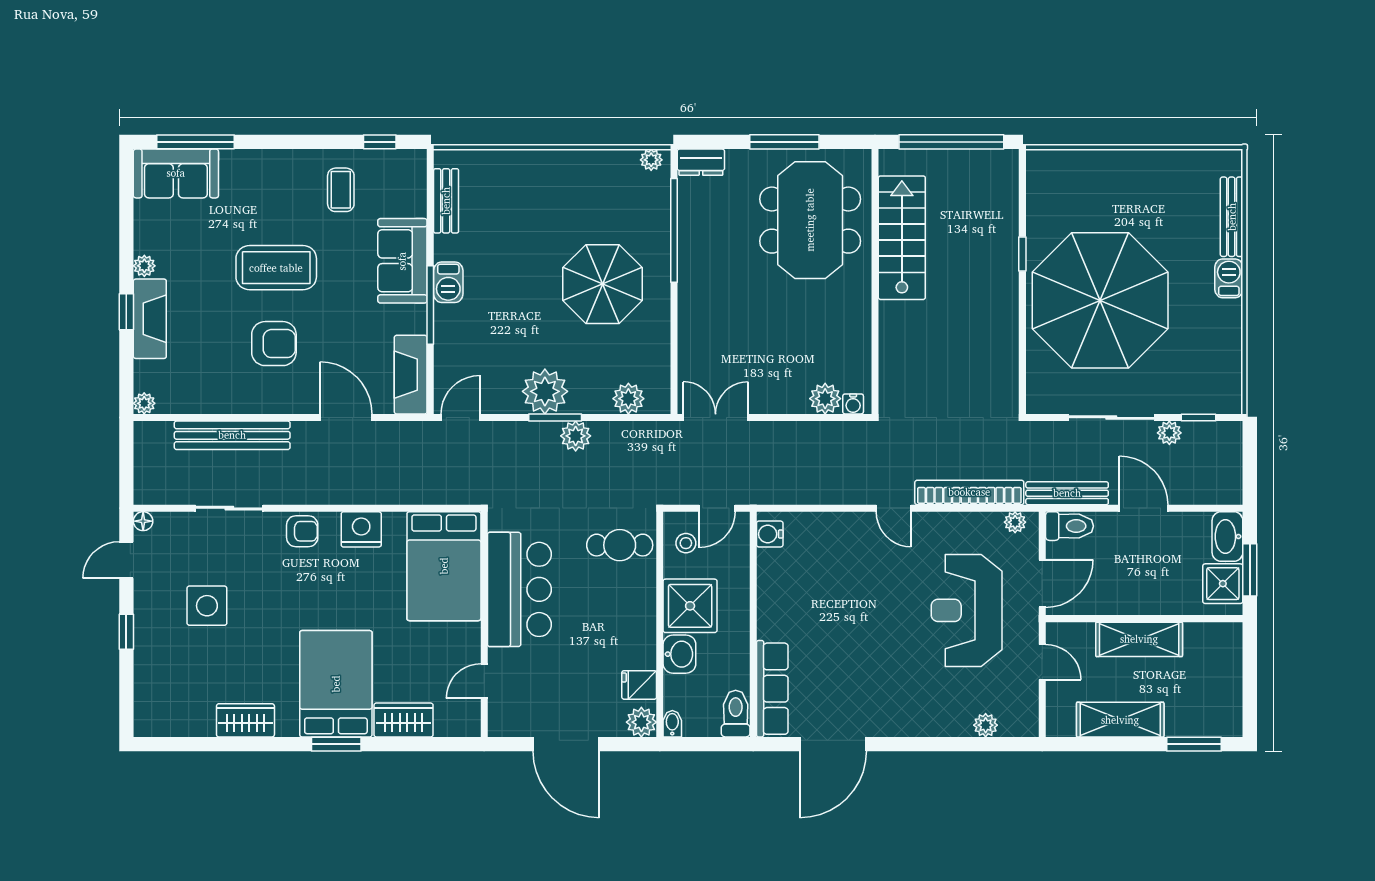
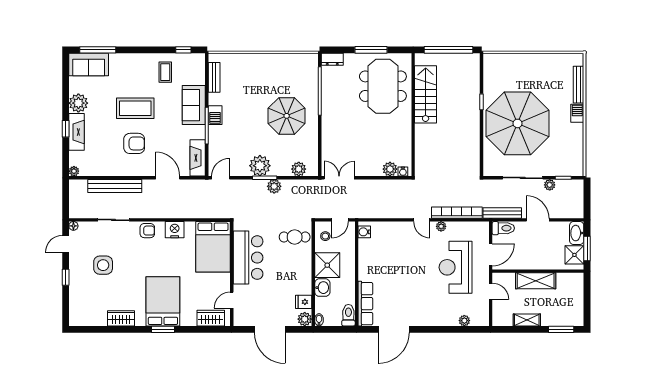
plant: (651, 160) -> (309, 58), removed
plant: (144, 266) -> (78, 103), width x1.88, depth x1.88
plant: (1015, 522) -> (441, 226), moved
wardrobe: (404, 720) -> (211, 318), moved
shelving: (1120, 720) -> (527, 320), width x0.67, depth x0.75

